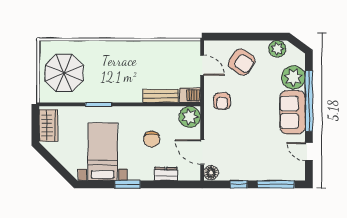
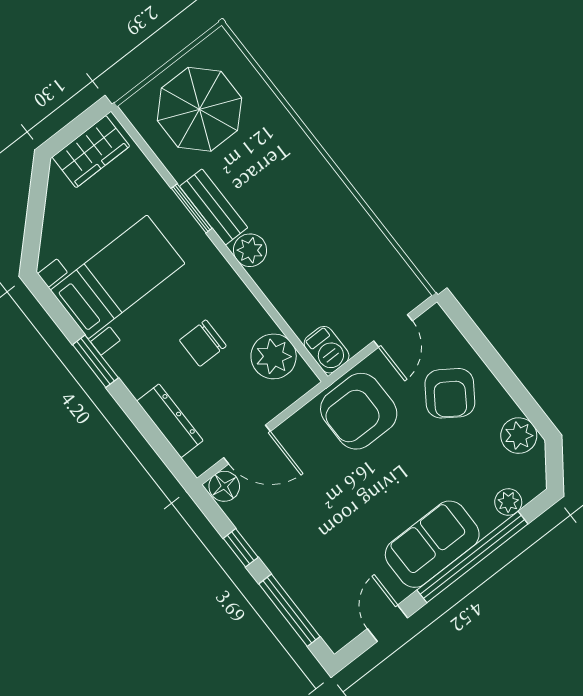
plant: (293, 77) -> (508, 502), width x0.53, depth x0.53
plant: (131, 95) -> (250, 250), added
bench: (161, 96) -> (214, 207), moved
armchair: (222, 101) -> (359, 411), width x1.88, depth x1.88
plant: (190, 117) -> (274, 356), moved
door: (202, 152) -> (247, 445), swing flipped
dresser: (166, 174) -> (170, 421), width x1.44

